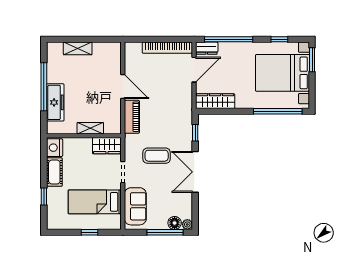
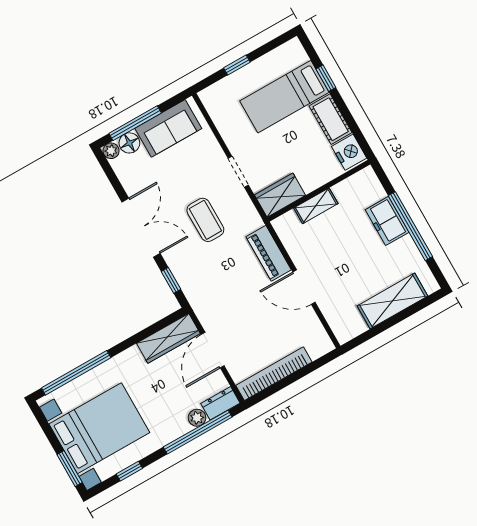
shelving: (78, 48) -> (392, 301), width x1.50, depth x1.33
plant: (224, 48) -> (197, 418), added
door: (194, 70) -> (213, 350), moved
freezer: (55, 102) -> (387, 221), width x0.71
coffee table: (157, 156) -> (205, 220), turned 90
bed: (95, 202) -> (284, 97), moved, turned 180
sofa: (135, 206) -> (168, 128), moved, turned -90

